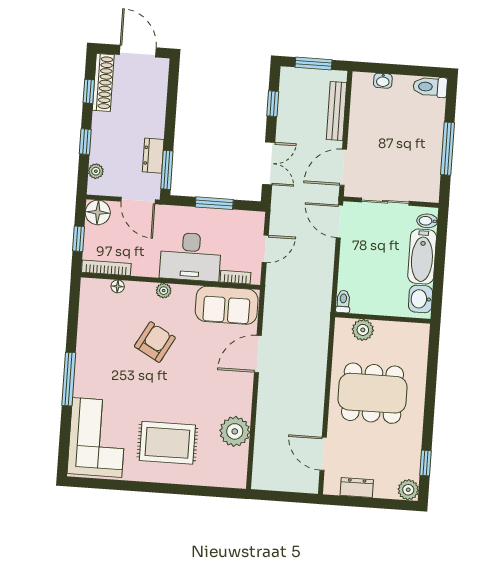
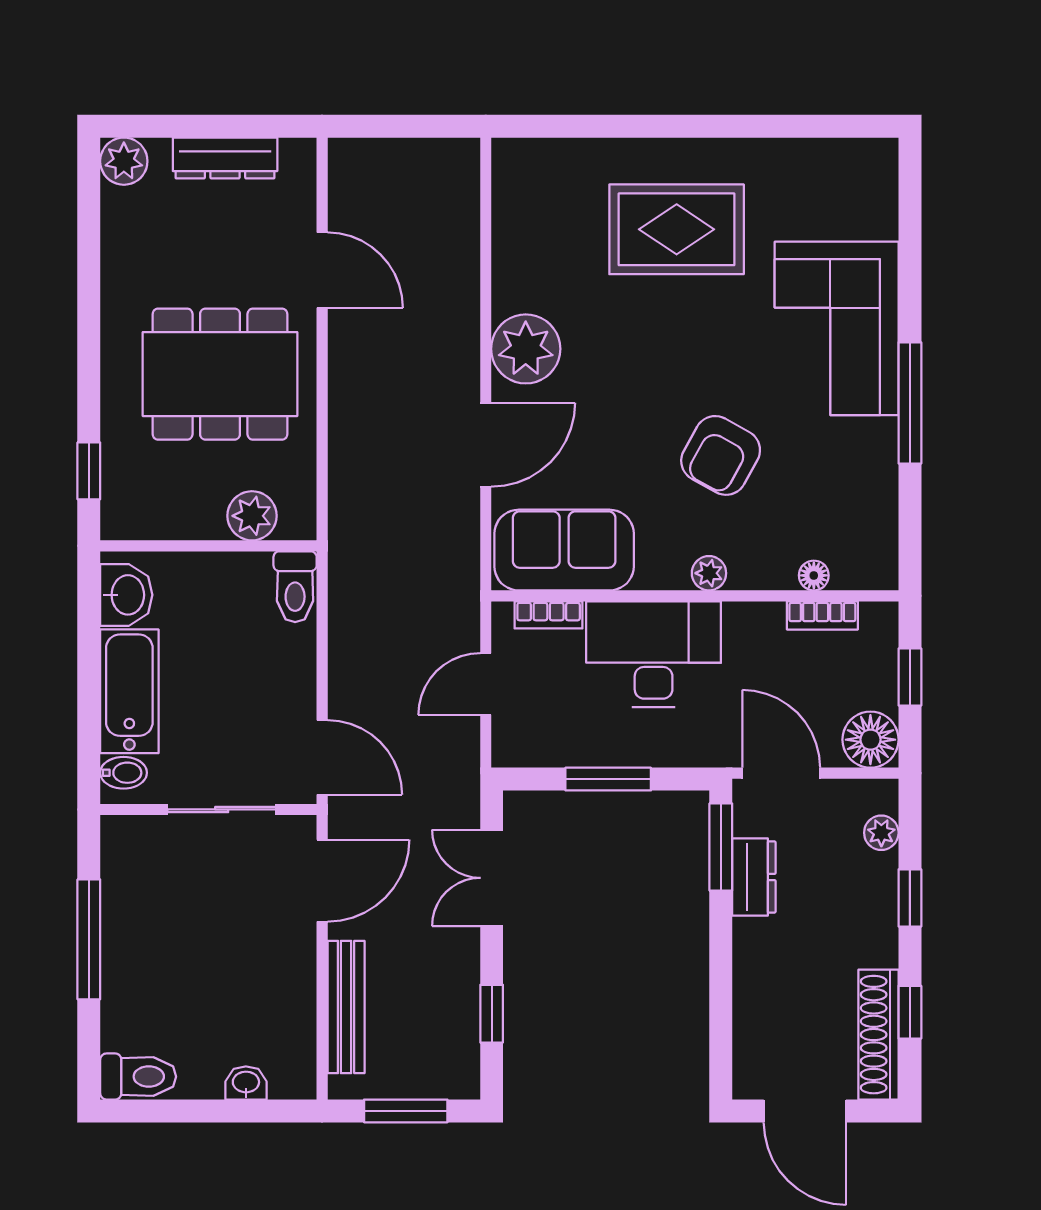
bookcase: (106, 268) -> (822, 615), width x0.64
toilet: (343, 302) -> (295, 587), width x1.37, depth x1.39
window: (69, 379) -> (910, 403), moved
plant: (235, 431) -> (526, 349), moved
corner sofa: (97, 437) -> (837, 328), moved
door: (323, 454) -> (322, 270), moved
window: (426, 463) -> (89, 471), moved
dresser: (357, 488) -> (225, 158), width x1.44

